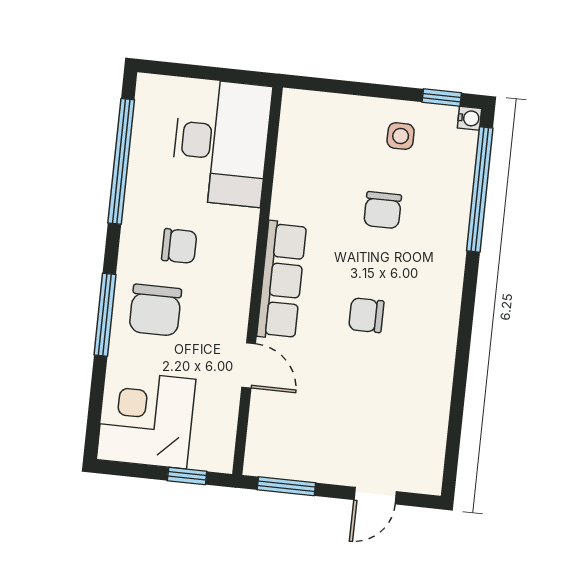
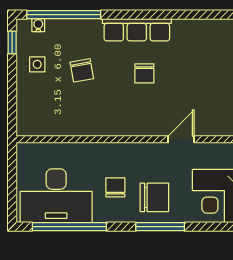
water cooler: (469, 118) -> (38, 25), moved
desk: (221, 142) -> (56, 196), moved, turned 180
chair: (383, 210) -> (82, 70), turned 80
row of seats: (282, 280) -> (137, 30), moved, turned 180

